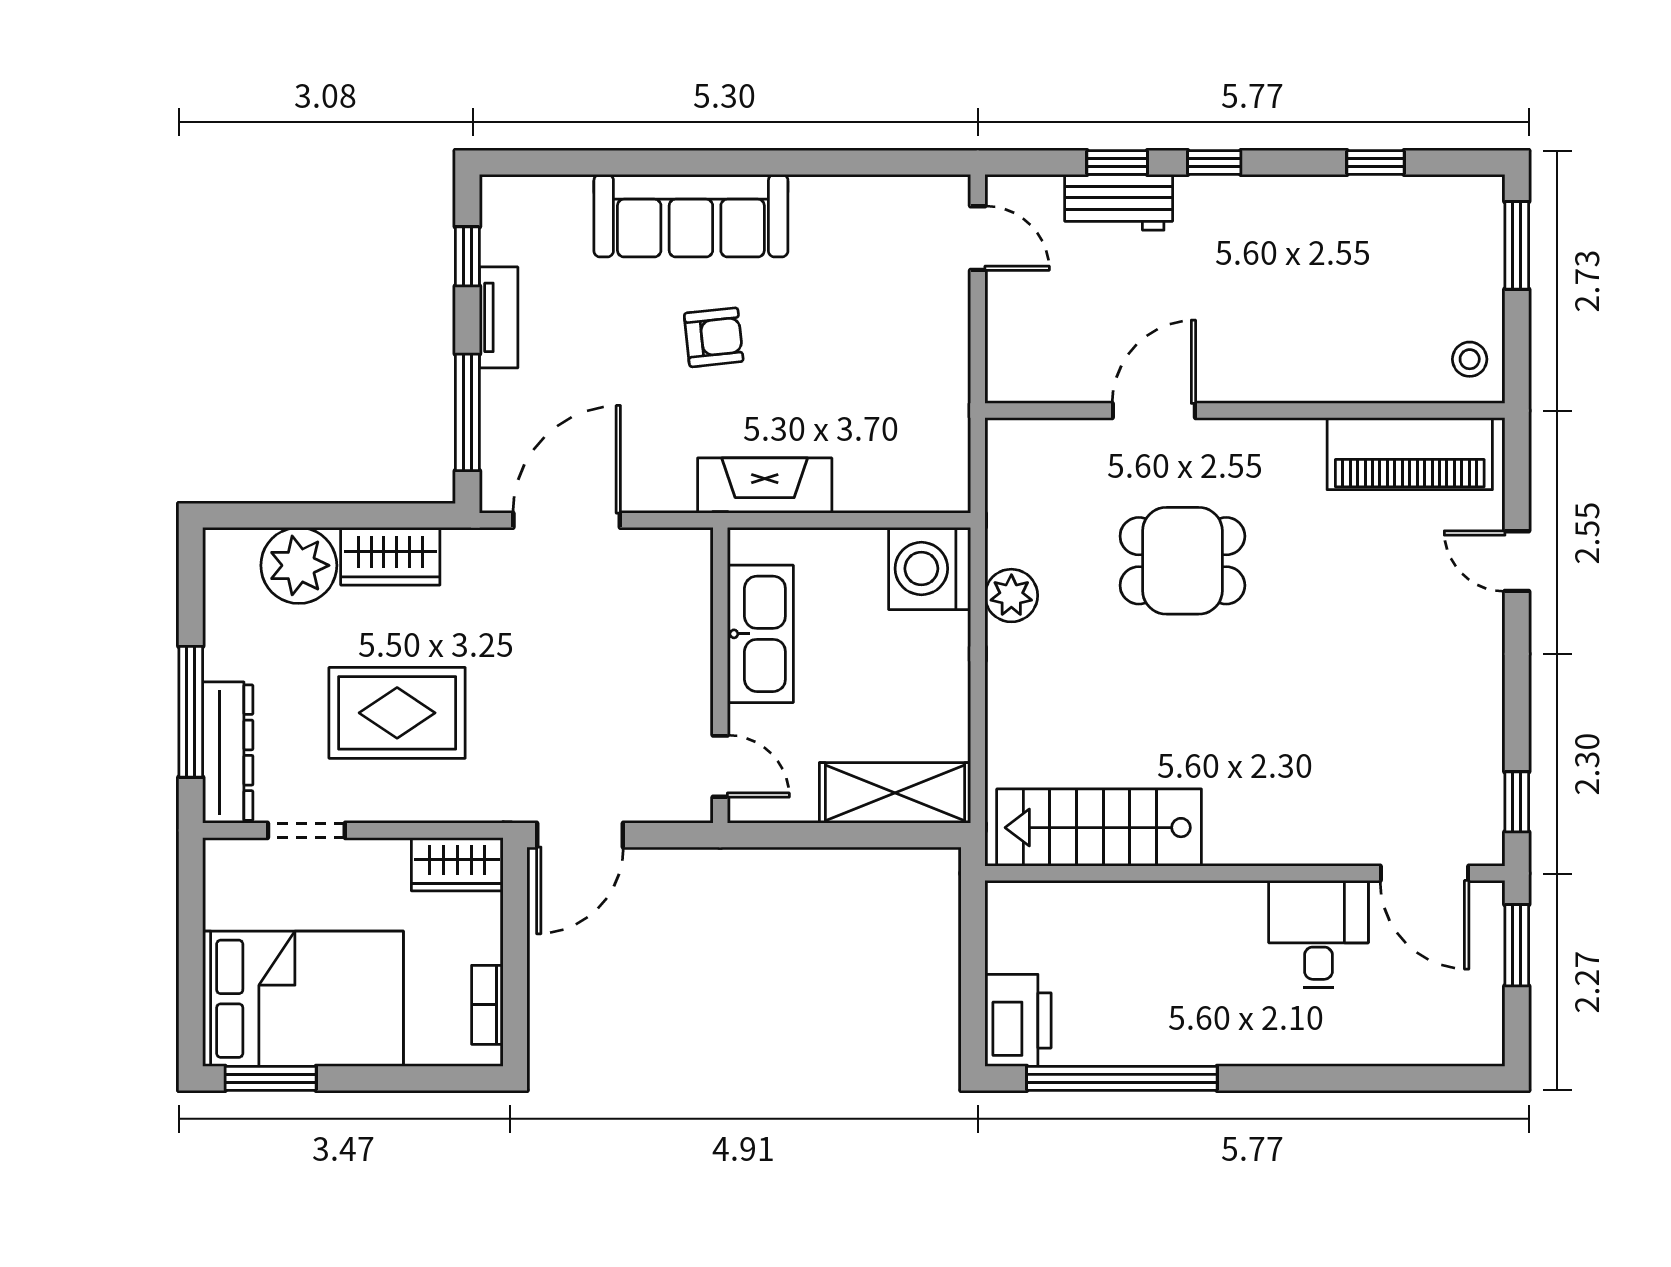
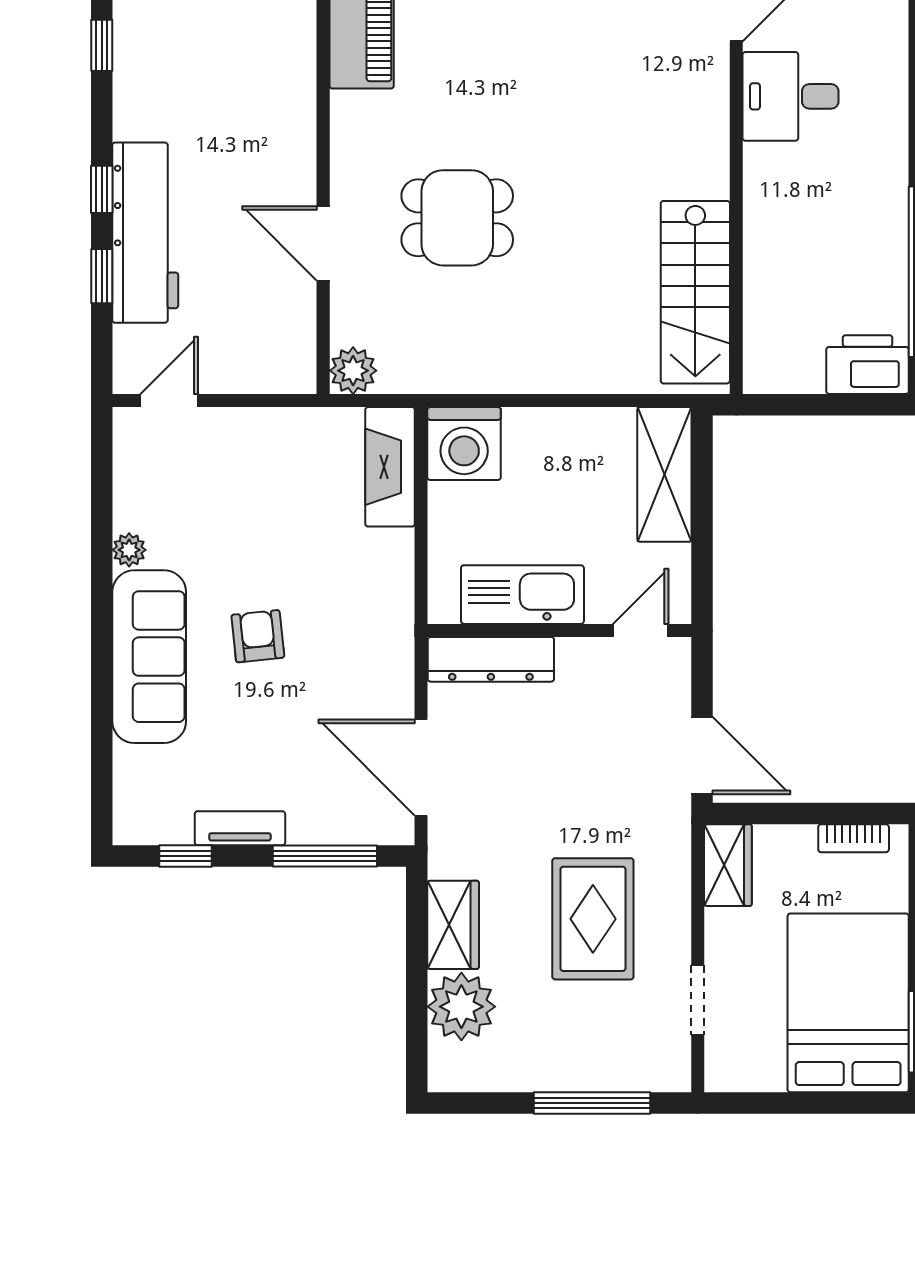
plant: (810, 193) -> (129, 550), added
workbench: (1119, 202) -> (145, 233), width x1.88, depth x1.32
fireplace: (765, 486) -> (390, 467), moved
dining table: (1182, 561) -> (457, 218), turned 90
plant: (1011, 596) -> (353, 371), moved
dresser: (228, 753) -> (491, 659), moved, turned 180

